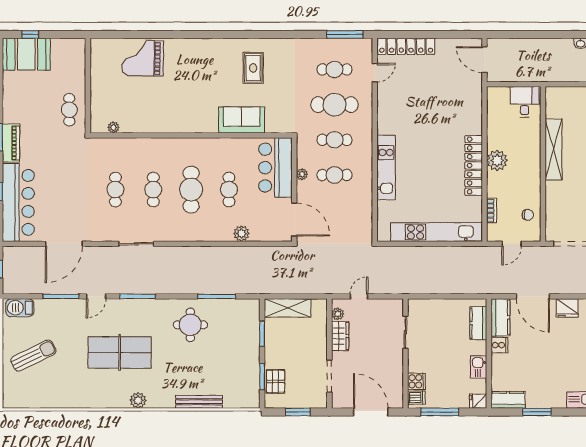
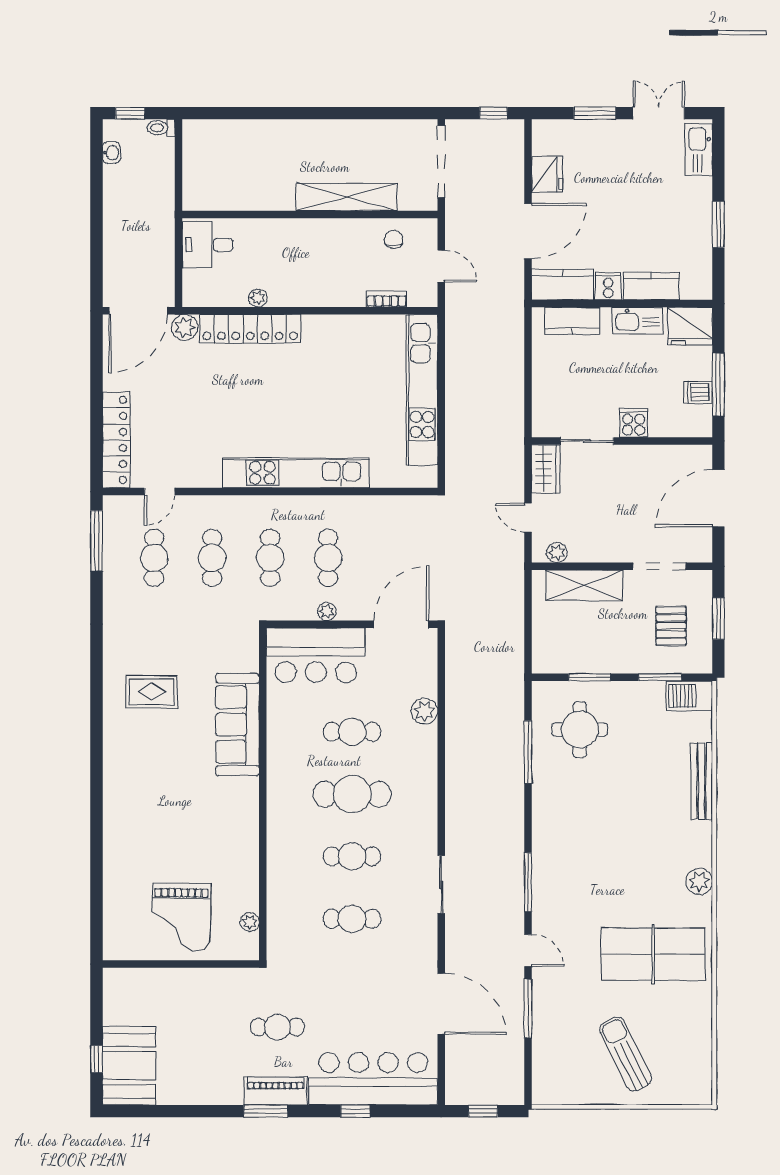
grand piano: (143, 58) -> (181, 917), moved
door: (484, 60) -> (138, 311), width x1.36
door: (375, 73) -> (160, 492), swing flipped
plant: (474, 88) -> (185, 327), added
cafe table: (334, 105) -> (212, 558), width x0.73, depth x0.74
cafe table: (69, 110) -> (277, 1027), moved
sofa: (242, 120) -> (238, 724), width x1.36
shelving: (554, 149) -> (347, 197), moved
plant: (497, 160) -> (258, 298), moved, width x0.53, depth x0.53
locker: (474, 165) -> (250, 329), moved
kitchen unit: (386, 167) -> (296, 473), width x1.36
barbecue: (20, 308) -> (689, 696), moved, turned 90
shelving: (288, 308) -> (584, 585), moved, turned 90
round table: (190, 325) -> (580, 730), moved
wardrobe: (340, 336) -> (546, 469), moved, turned 90
table tennis table: (120, 353) -> (653, 954), moved, turned 90
kitchen sink: (479, 367) -> (637, 321), width x1.38
pallet: (276, 381) -> (671, 626), moved, turned 90
cooker: (416, 381) -> (634, 423), moved
dishwasher: (416, 398) -> (698, 392), moved, turned -90
kitchen counter: (508, 400) -> (651, 286), moved, turned 90
fridge: (478, 401) -> (690, 326), width x1.88, depth x1.34

